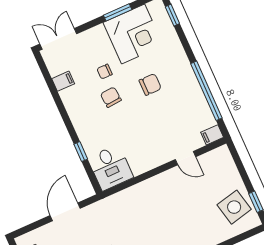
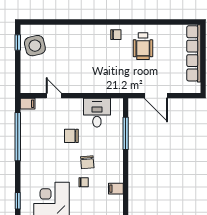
chair: (150, 84) -> (71, 136), moved
window: (81, 152) -> (126, 133), width x2.17
desk: (110, 167) -> (97, 113), moved
door: (65, 212) -> (156, 96), hinge flipped

